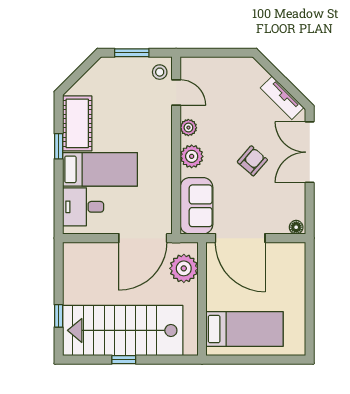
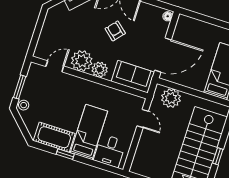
stool: (160, 72) -> (24, 105), moved
plant: (188, 128) -> (82, 61), width x1.88, depth x1.88
door: (143, 238) -> (143, 118), width x0.53

